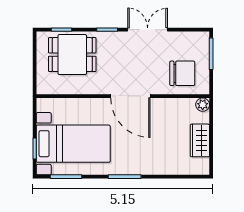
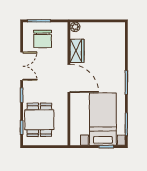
double door: (148, 30) -> (22, 66), swing flipped
chair: (182, 73) -> (43, 39), moved, turned 180
door: (130, 96) -> (69, 78), hinge flipped
wardrobe: (200, 140) -> (77, 51), moved, turned -90

